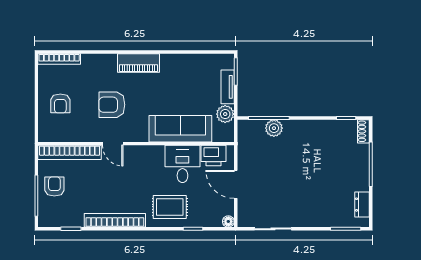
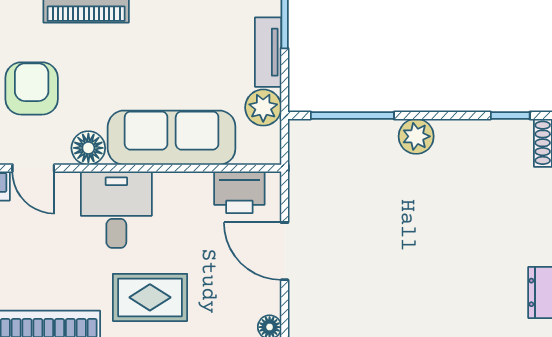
armchair: (112, 105) -> (32, 88), turned 90
plant: (274, 128) -> (416, 136), moved
floor lamp: (140, 134) -> (88, 148), added
desk: (182, 164) -> (116, 210), moved

